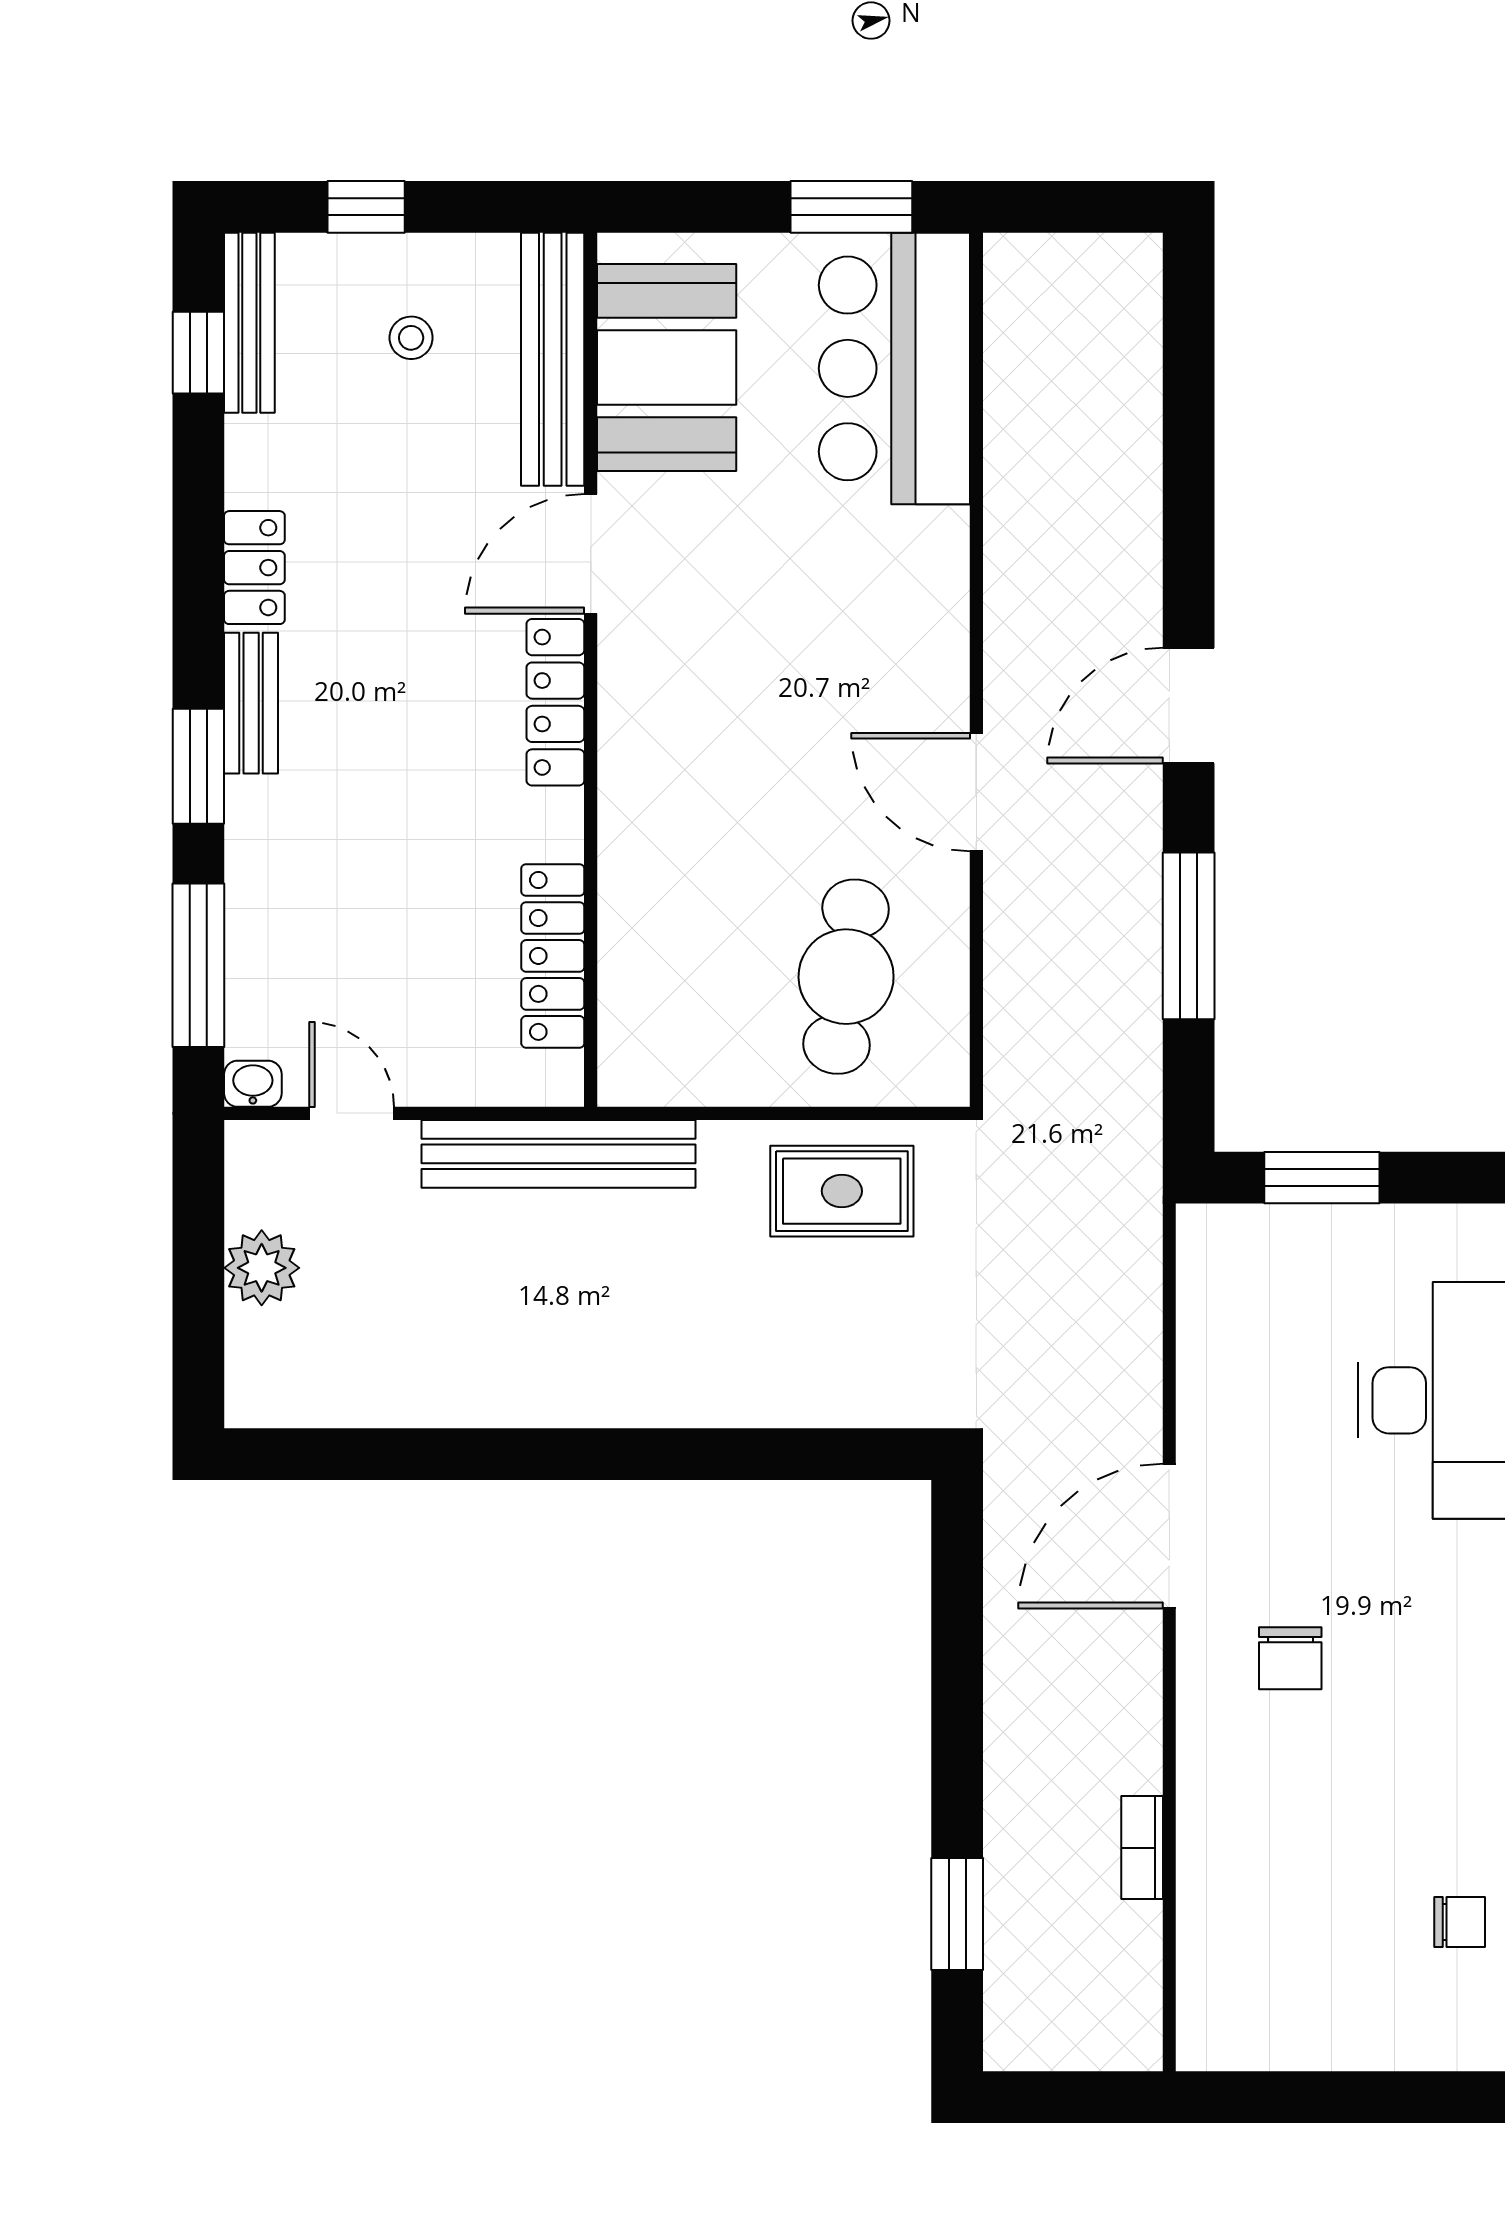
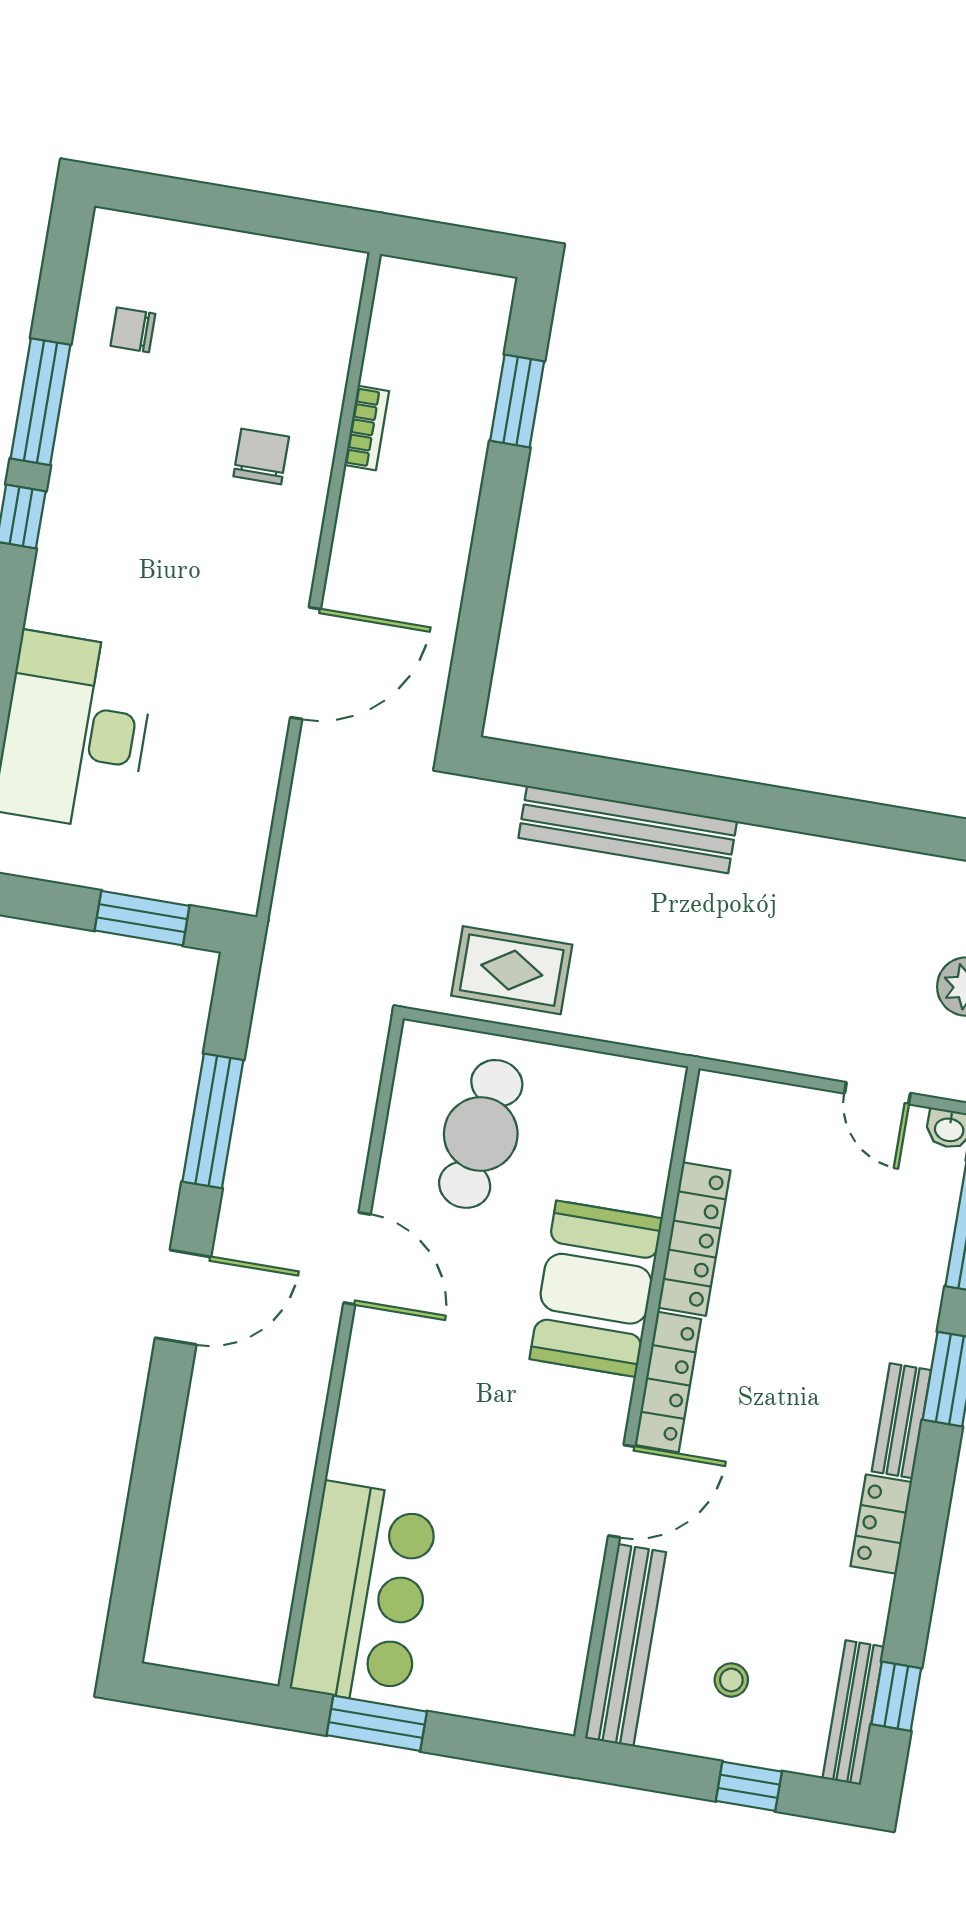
booth: (667, 368) -> (596, 1289), moved
locker: (553, 956) -> (694, 1239), moved
bench: (559, 1154) -> (628, 829), moved
chair: (1290, 1658) -> (261, 456), moved

